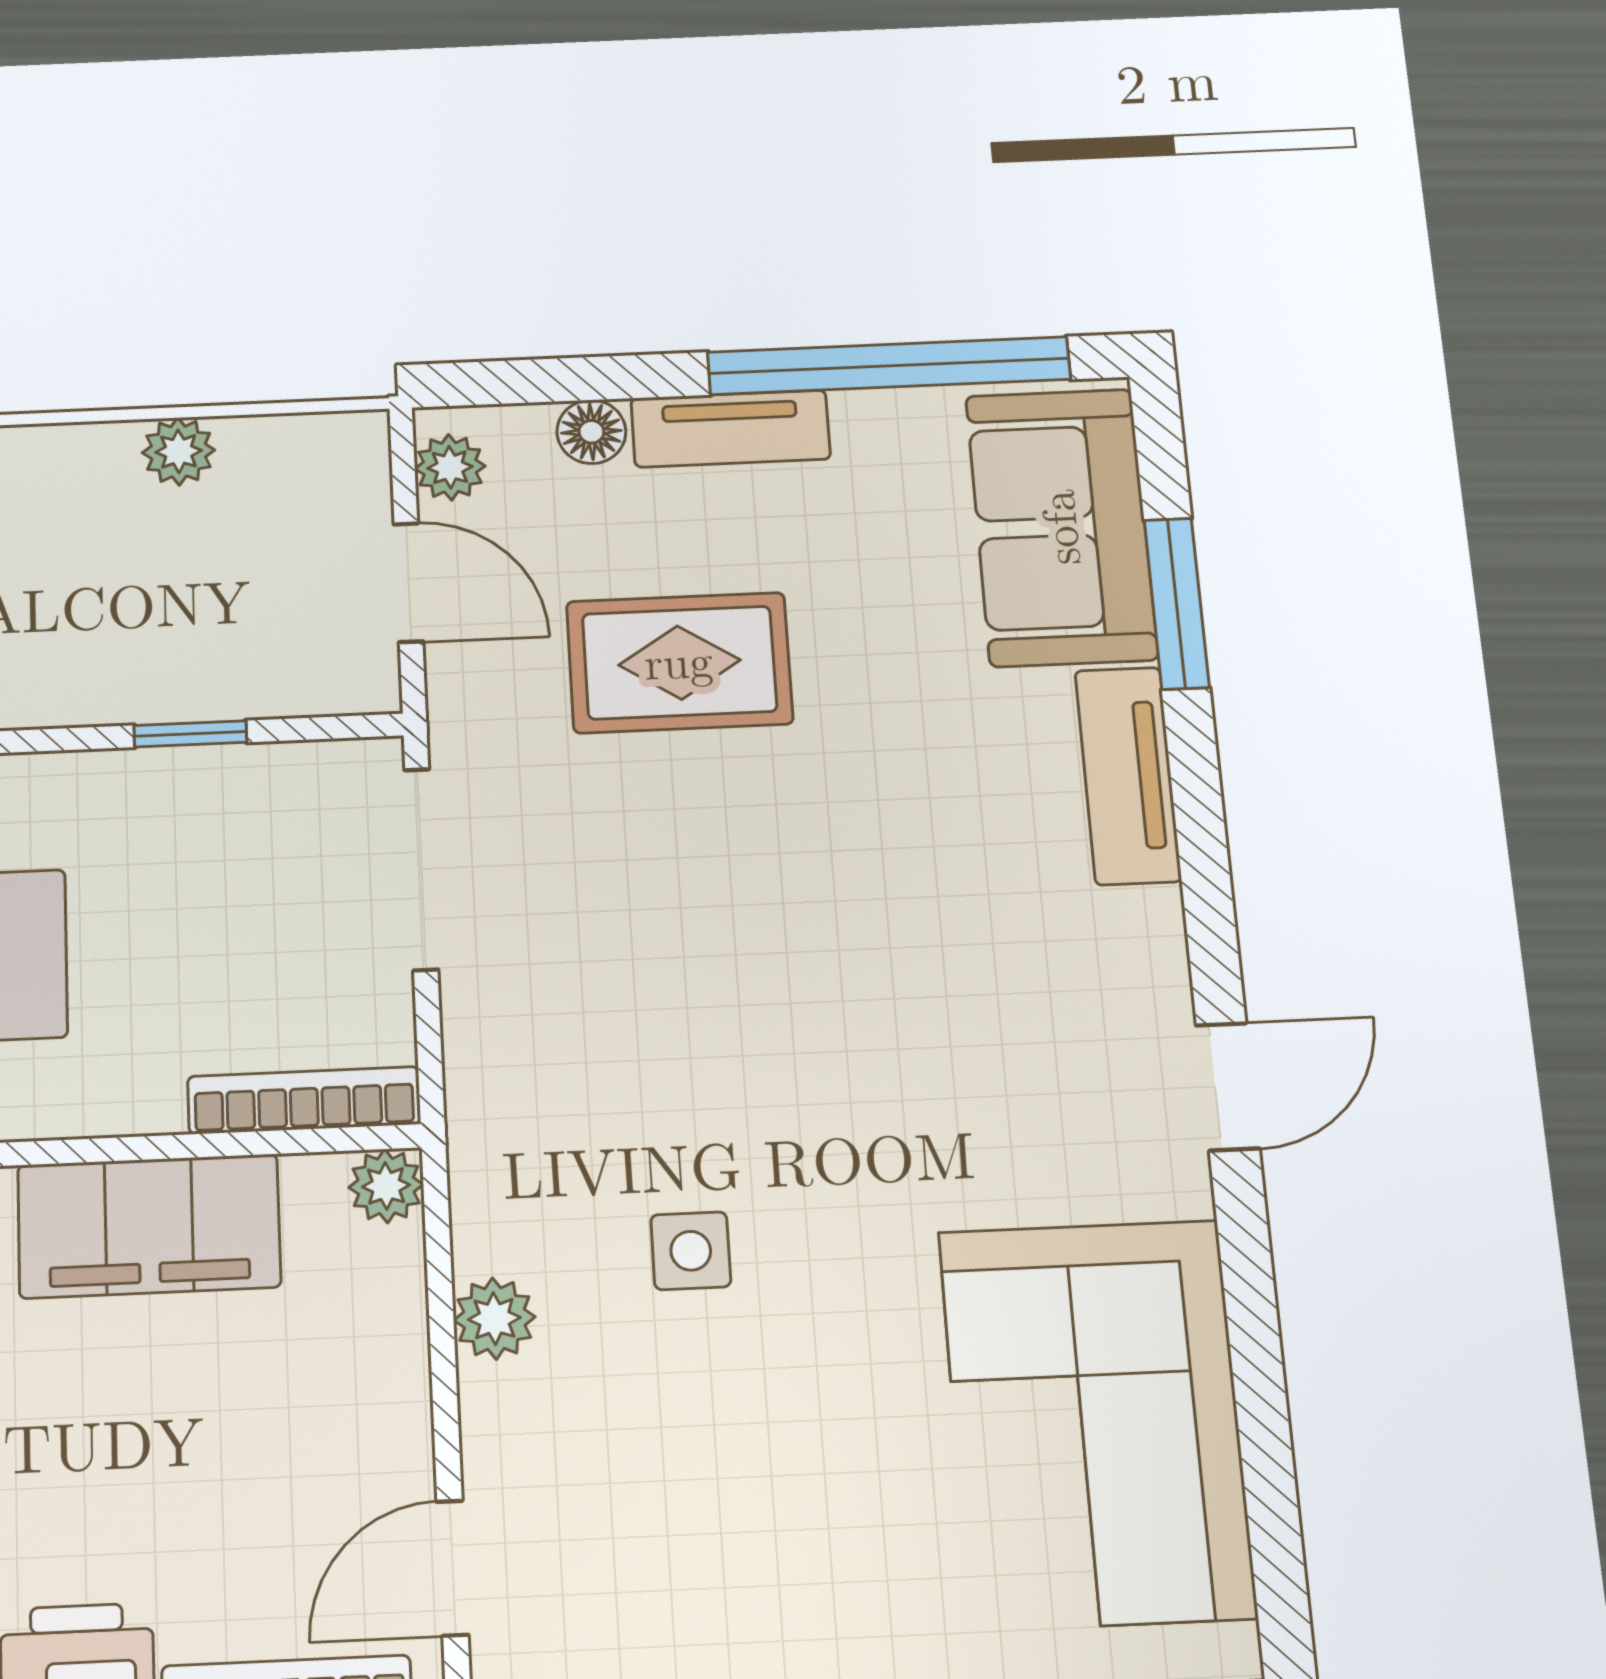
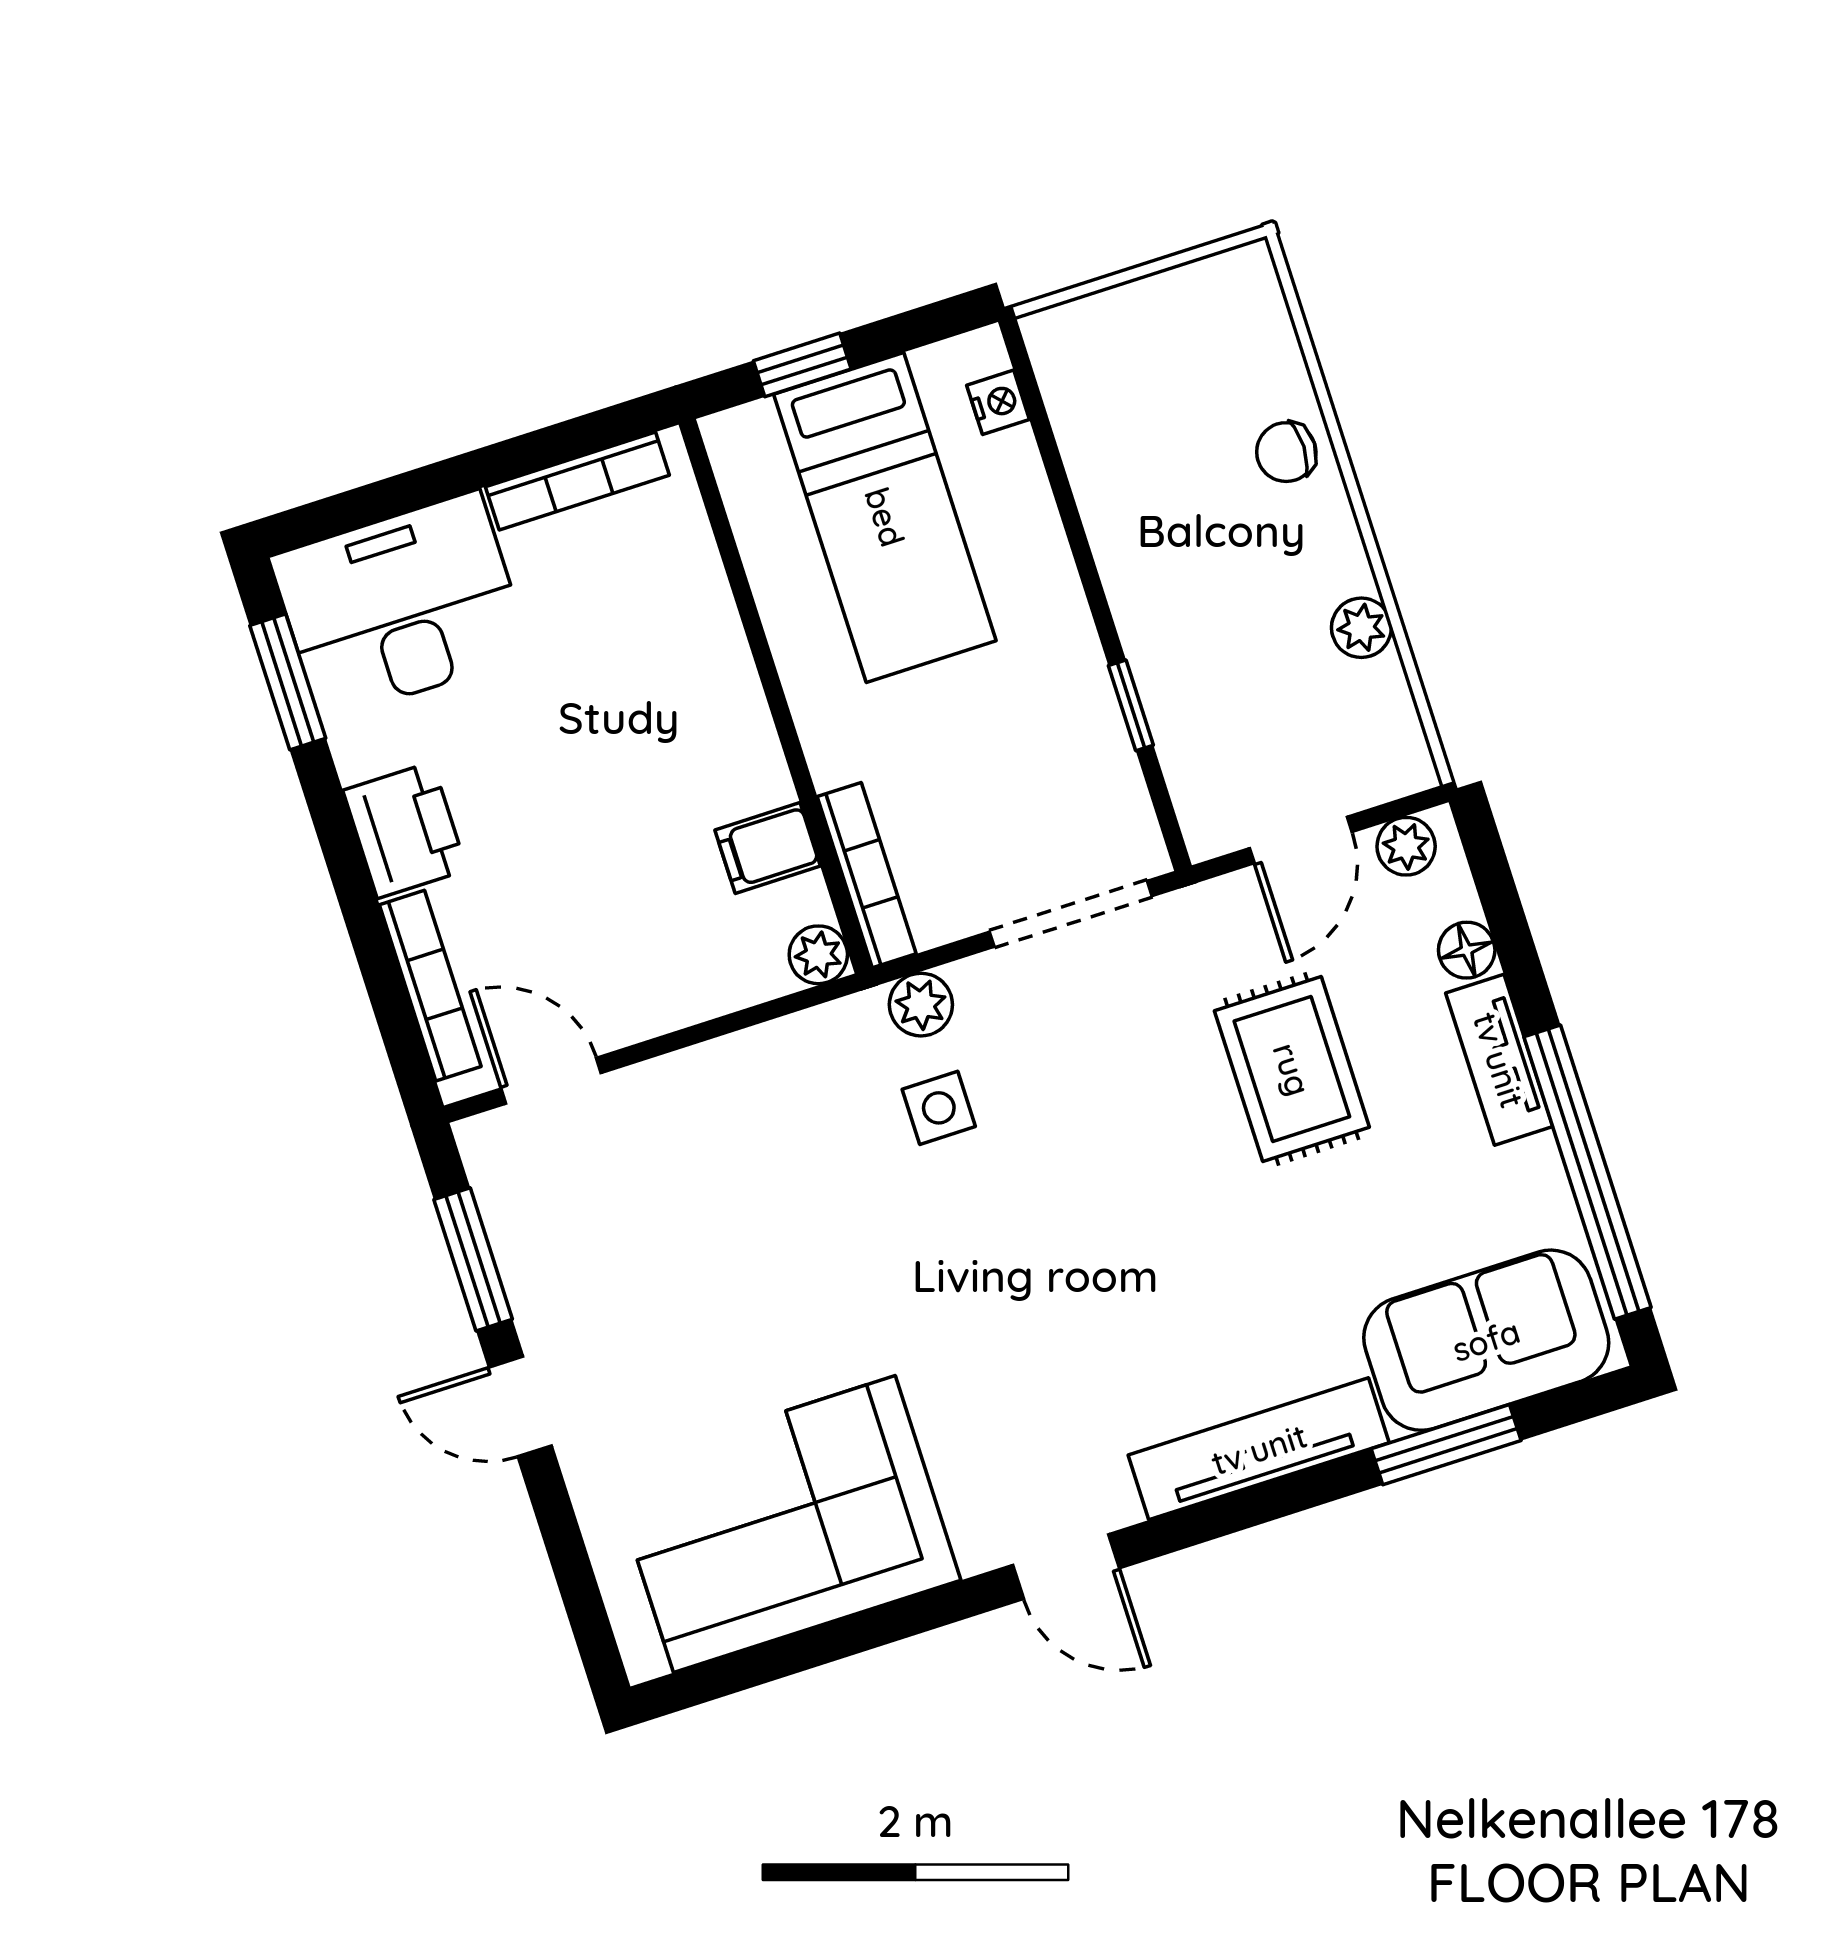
tv unit: (1128, 776) -> (1259, 1449), width x1.41
filing cabinet: (149, 1226) -> (768, 848), width x0.33, depth x0.86
side table: (691, 1251) -> (939, 1108), moved
plant: (494, 1319) -> (921, 1005), moved

